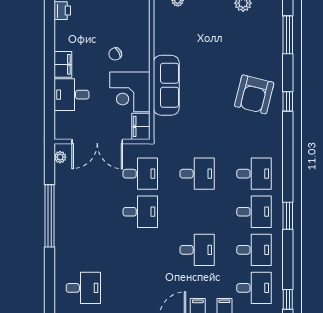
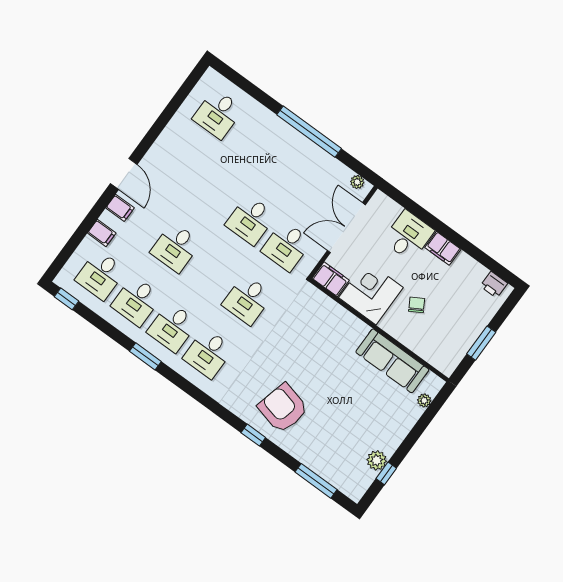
sofa: (166, 85) -> (392, 361), moved

